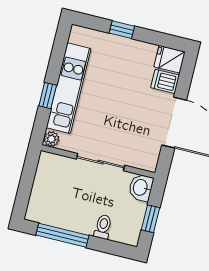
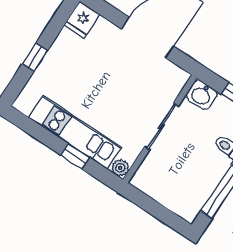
dishwasher: (165, 81) -> (103, 32), removed

